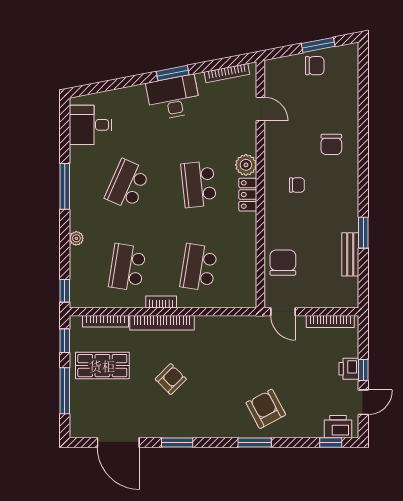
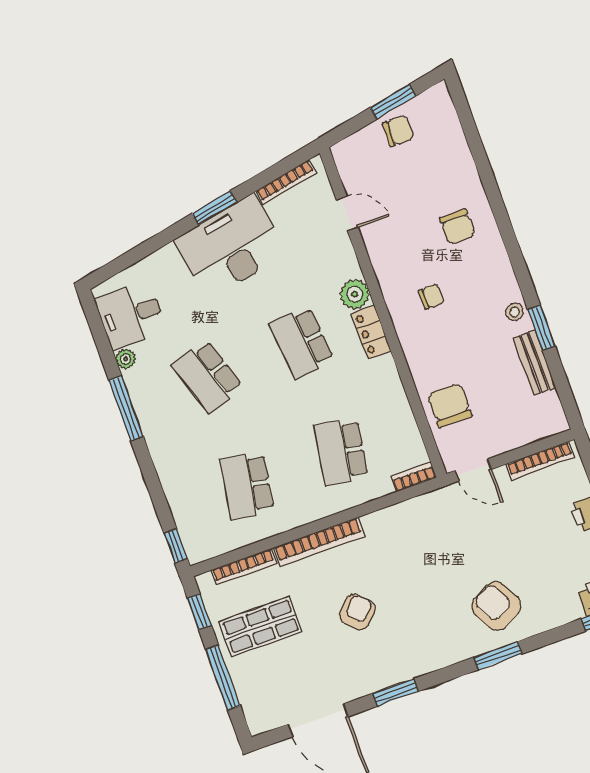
desk: (173, 97) -> (231, 247), width x1.36, depth x1.30
school desk: (127, 184) -> (208, 376), turned -42
stool: (349, 216) -> (515, 312), added
plant: (76, 238) -> (126, 359), moved
bookcase: (161, 302) -> (414, 477), moved

